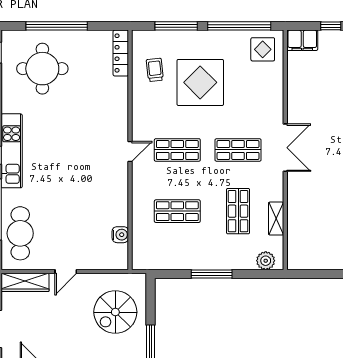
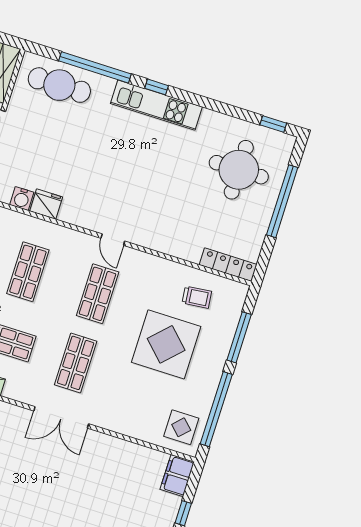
fridge: (119, 214) -> (46, 204), added

